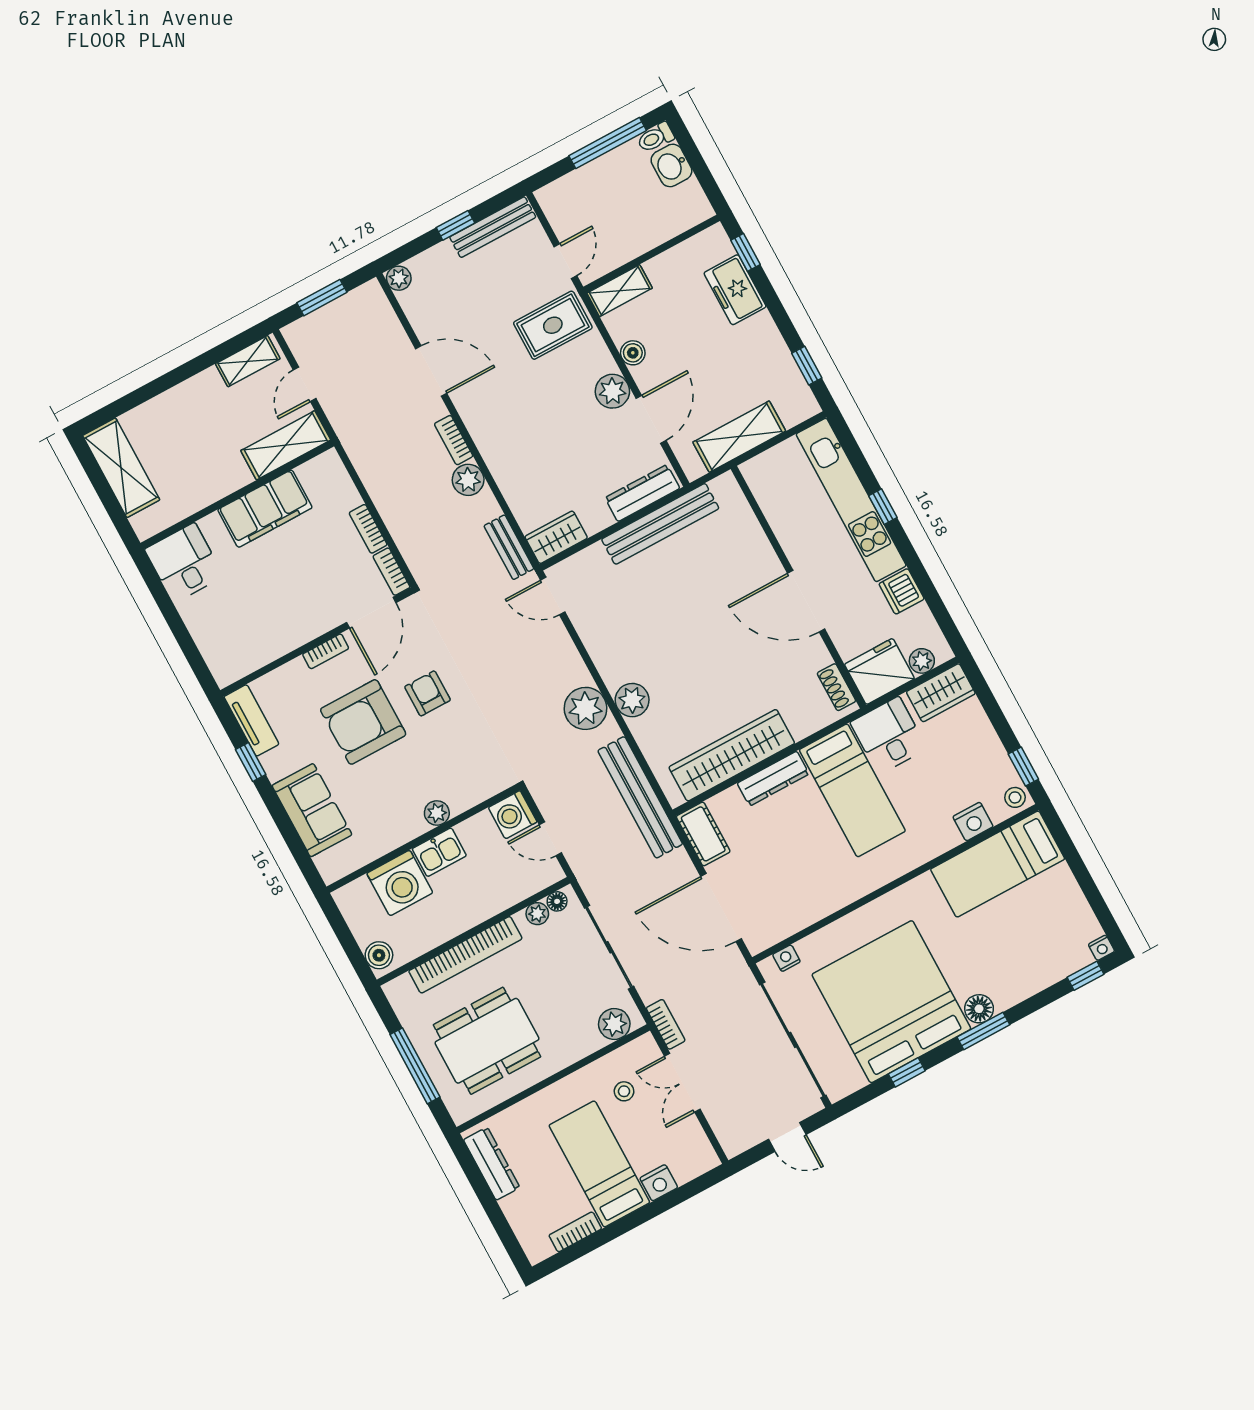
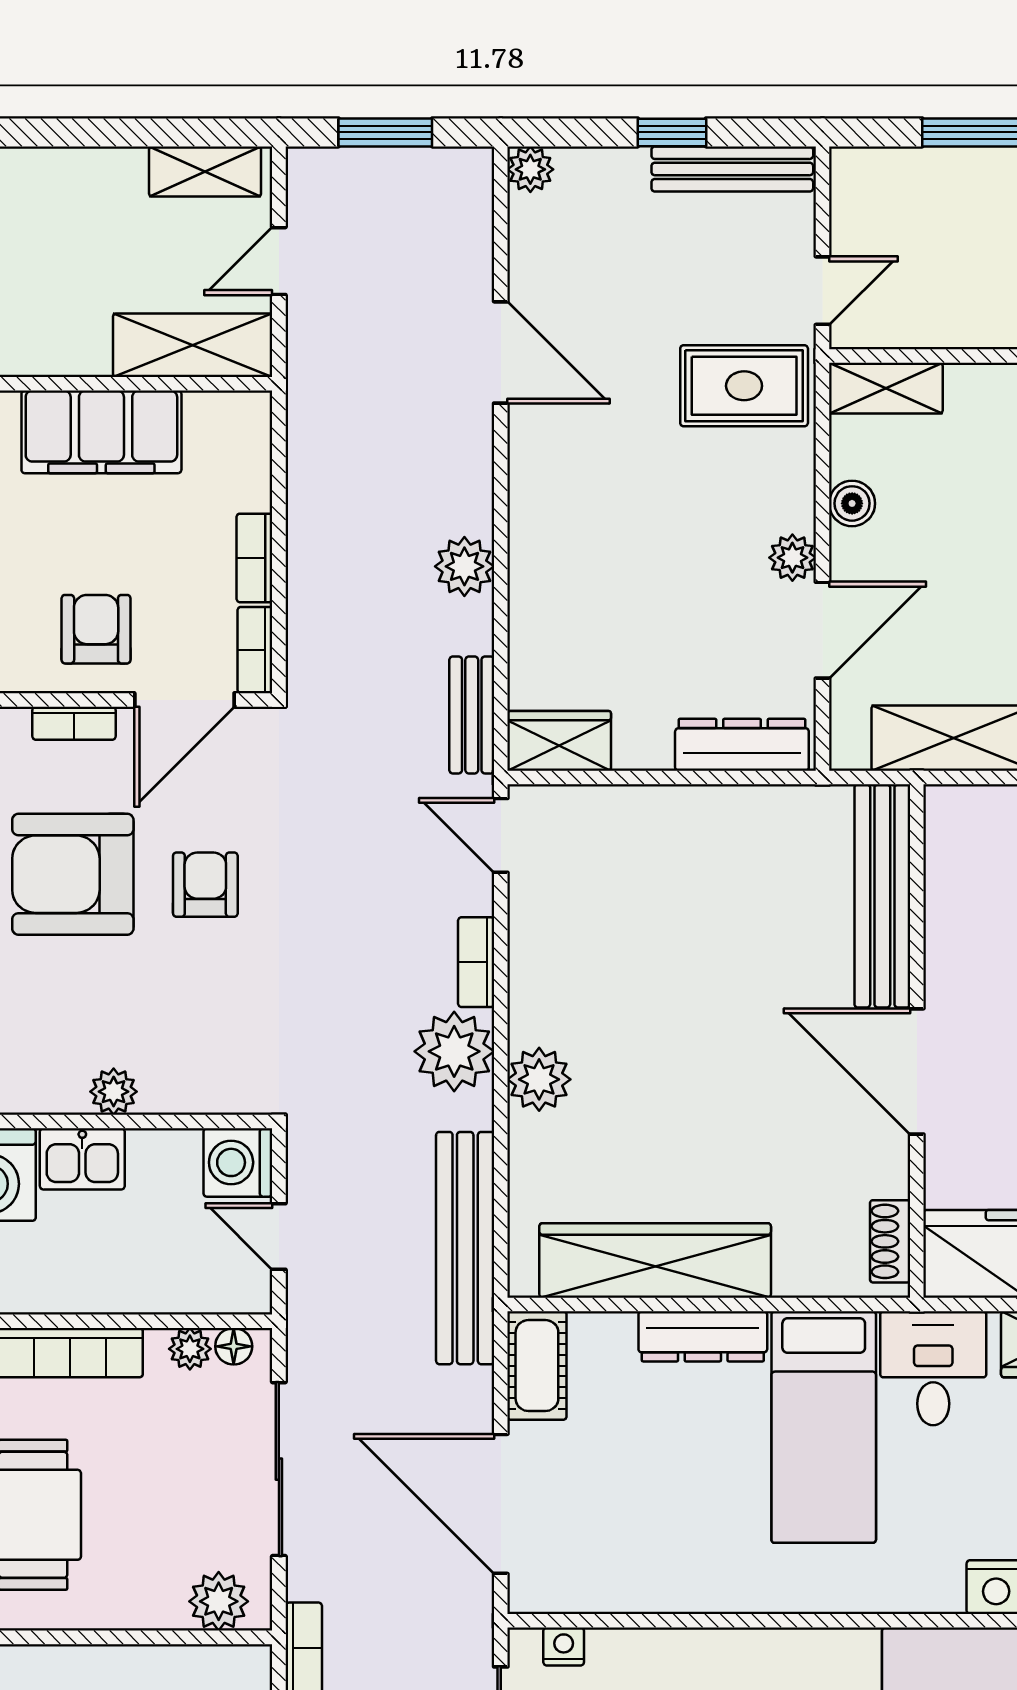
plant: (612, 391) -> (792, 558), width x0.73, depth x0.73
bookcase: (454, 440) -> (476, 962), moved
bench: (660, 524) -> (882, 896), moved, turned 90
armchair: (312, 602) -> (96, 629), added

